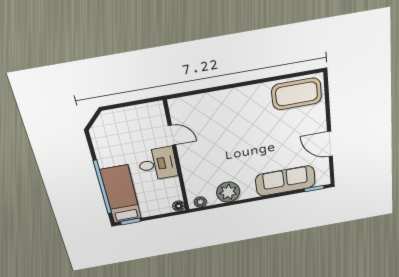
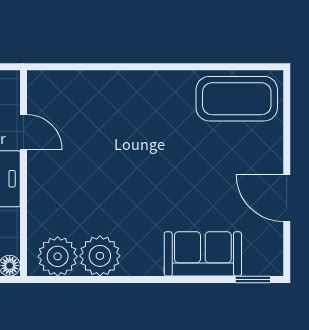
sofa: (285, 181) -> (203, 254), width x0.73
plant: (200, 202) -> (58, 256), width x1.87, depth x1.87

